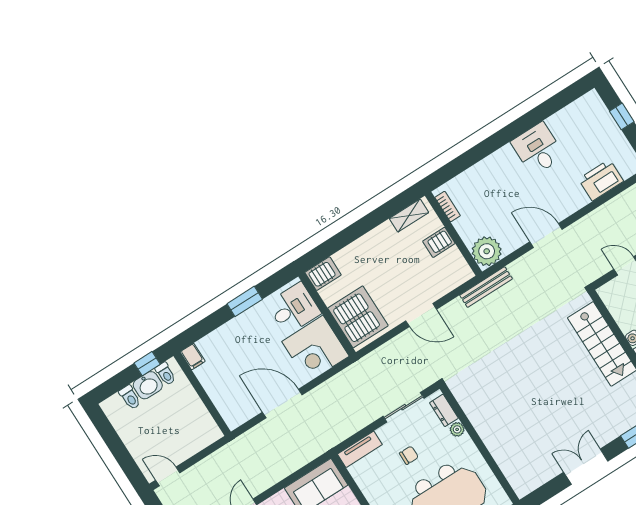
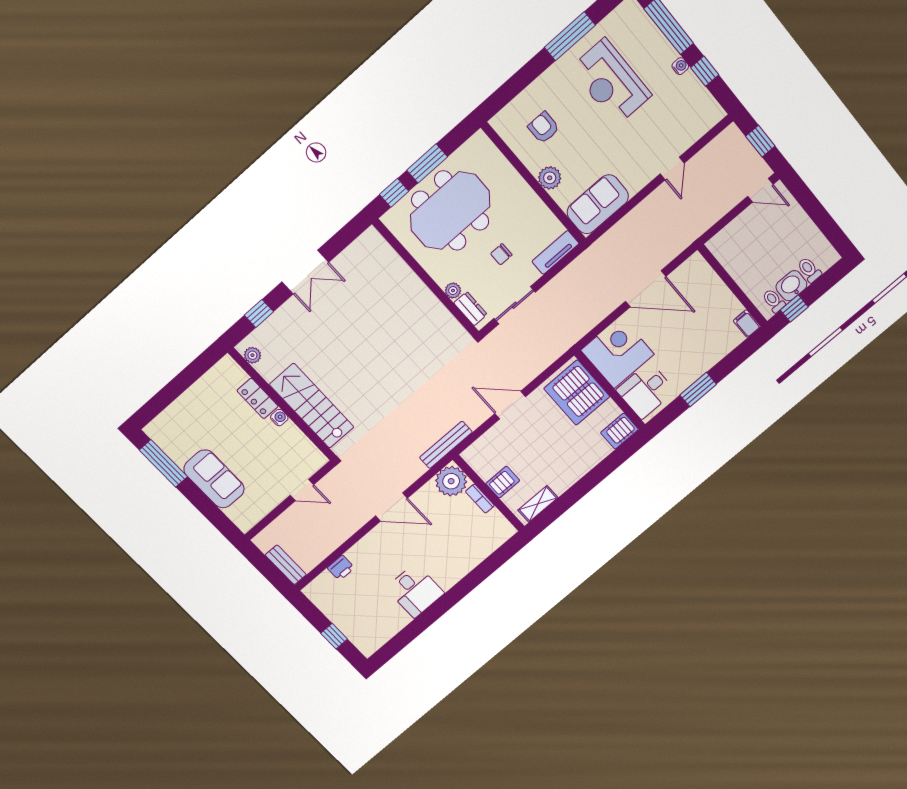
printer: (601, 180) -> (341, 568), width x0.53, depth x0.68
bookcase: (448, 207) -> (480, 499), moved

